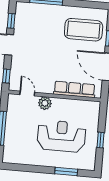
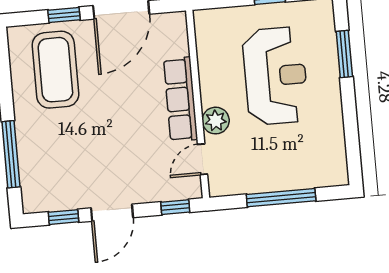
row of seats: (74, 89) -> (181, 99), moved
reception desk: (61, 136) -> (275, 76), turned 180

